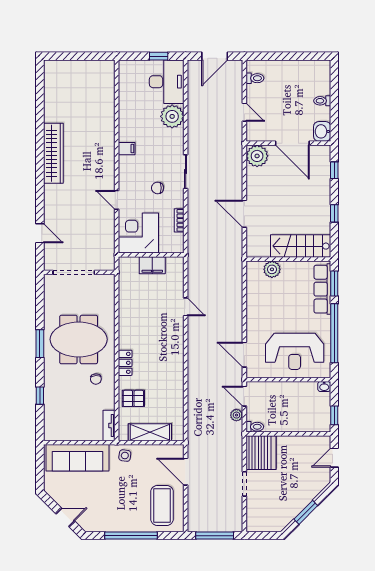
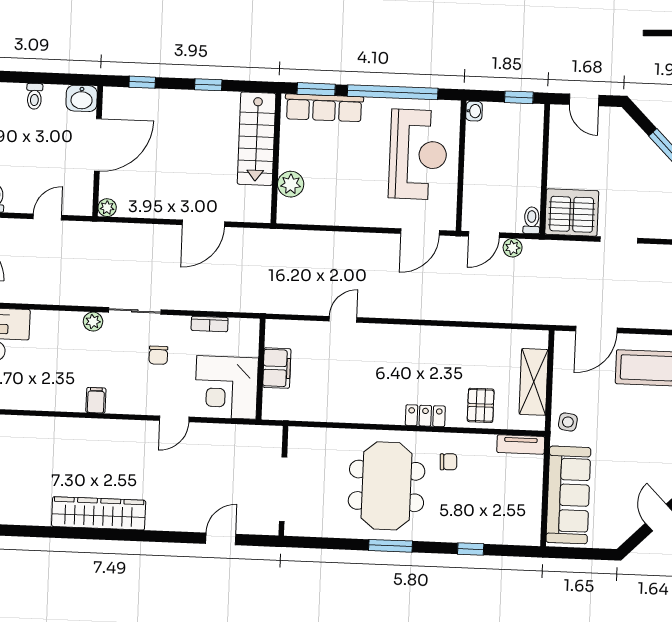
plant: (172, 116) -> (93, 322), moved, width x0.53, depth x0.53
plant: (257, 156) -> (107, 208), width x0.53, depth x0.53

